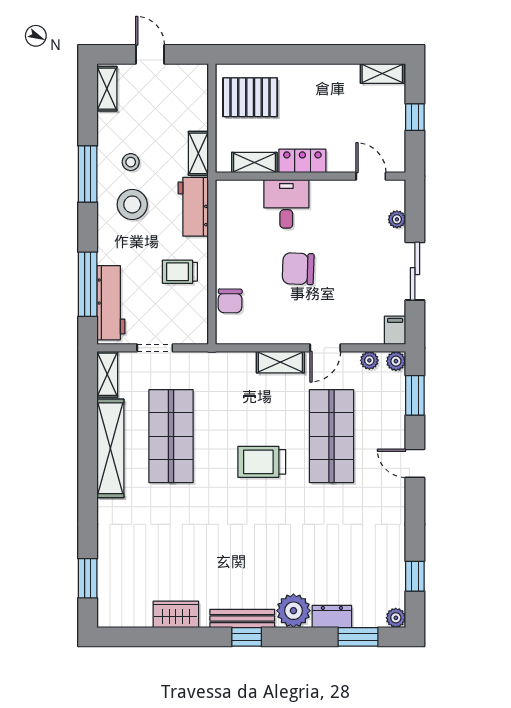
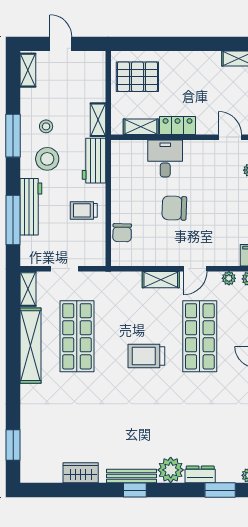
workbench: (111, 303) -> (31, 207), moved

